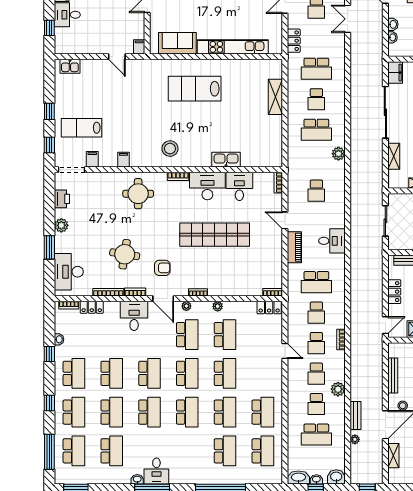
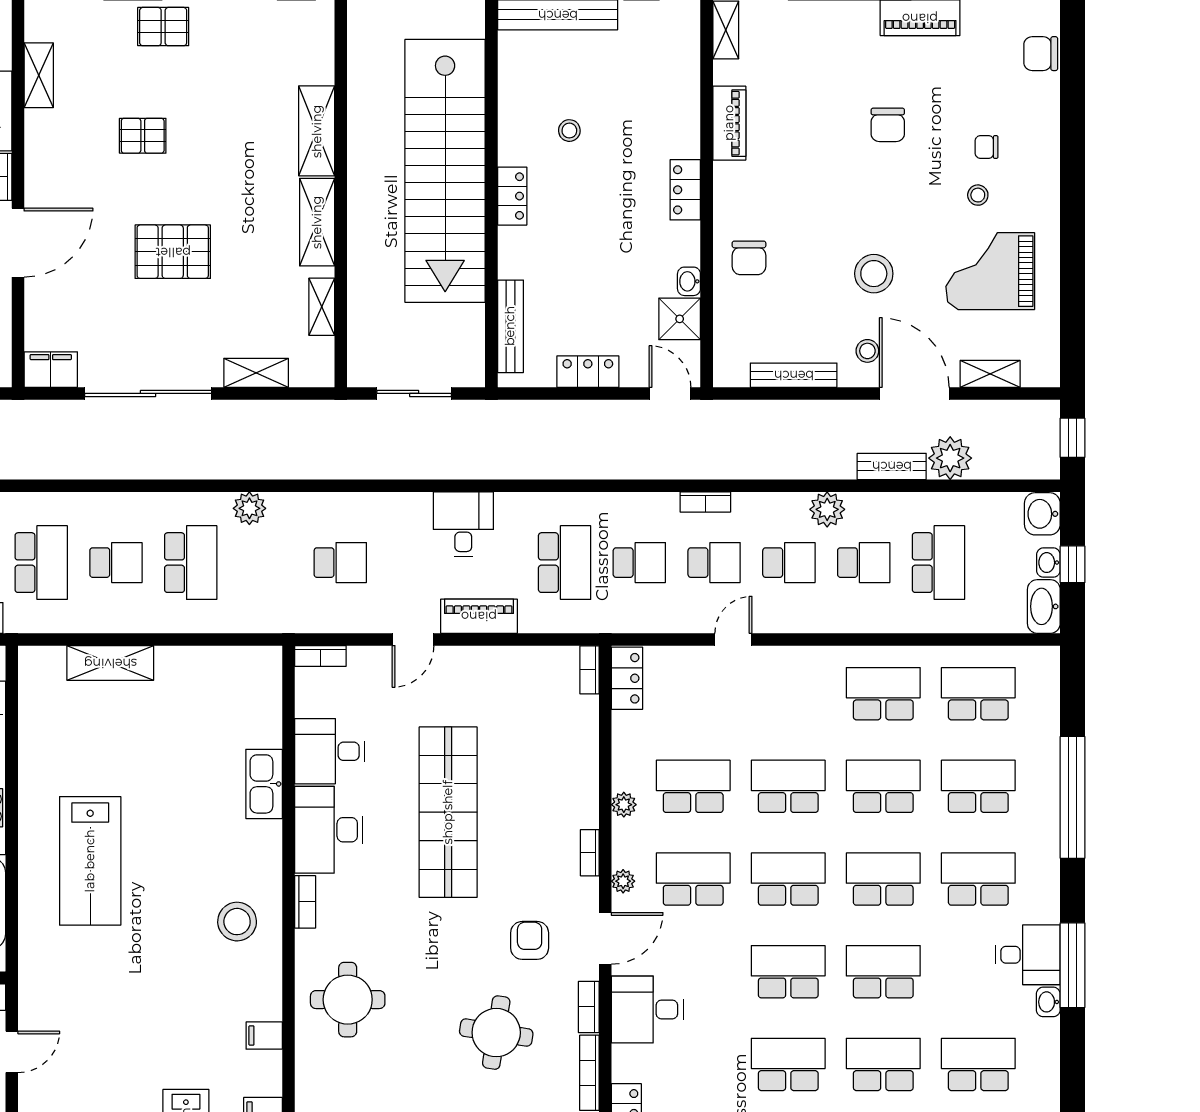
plant: (355, 439) -> (950, 458), width x1.87, depth x1.87
school desk: (187, 451) -> (978, 879), added

